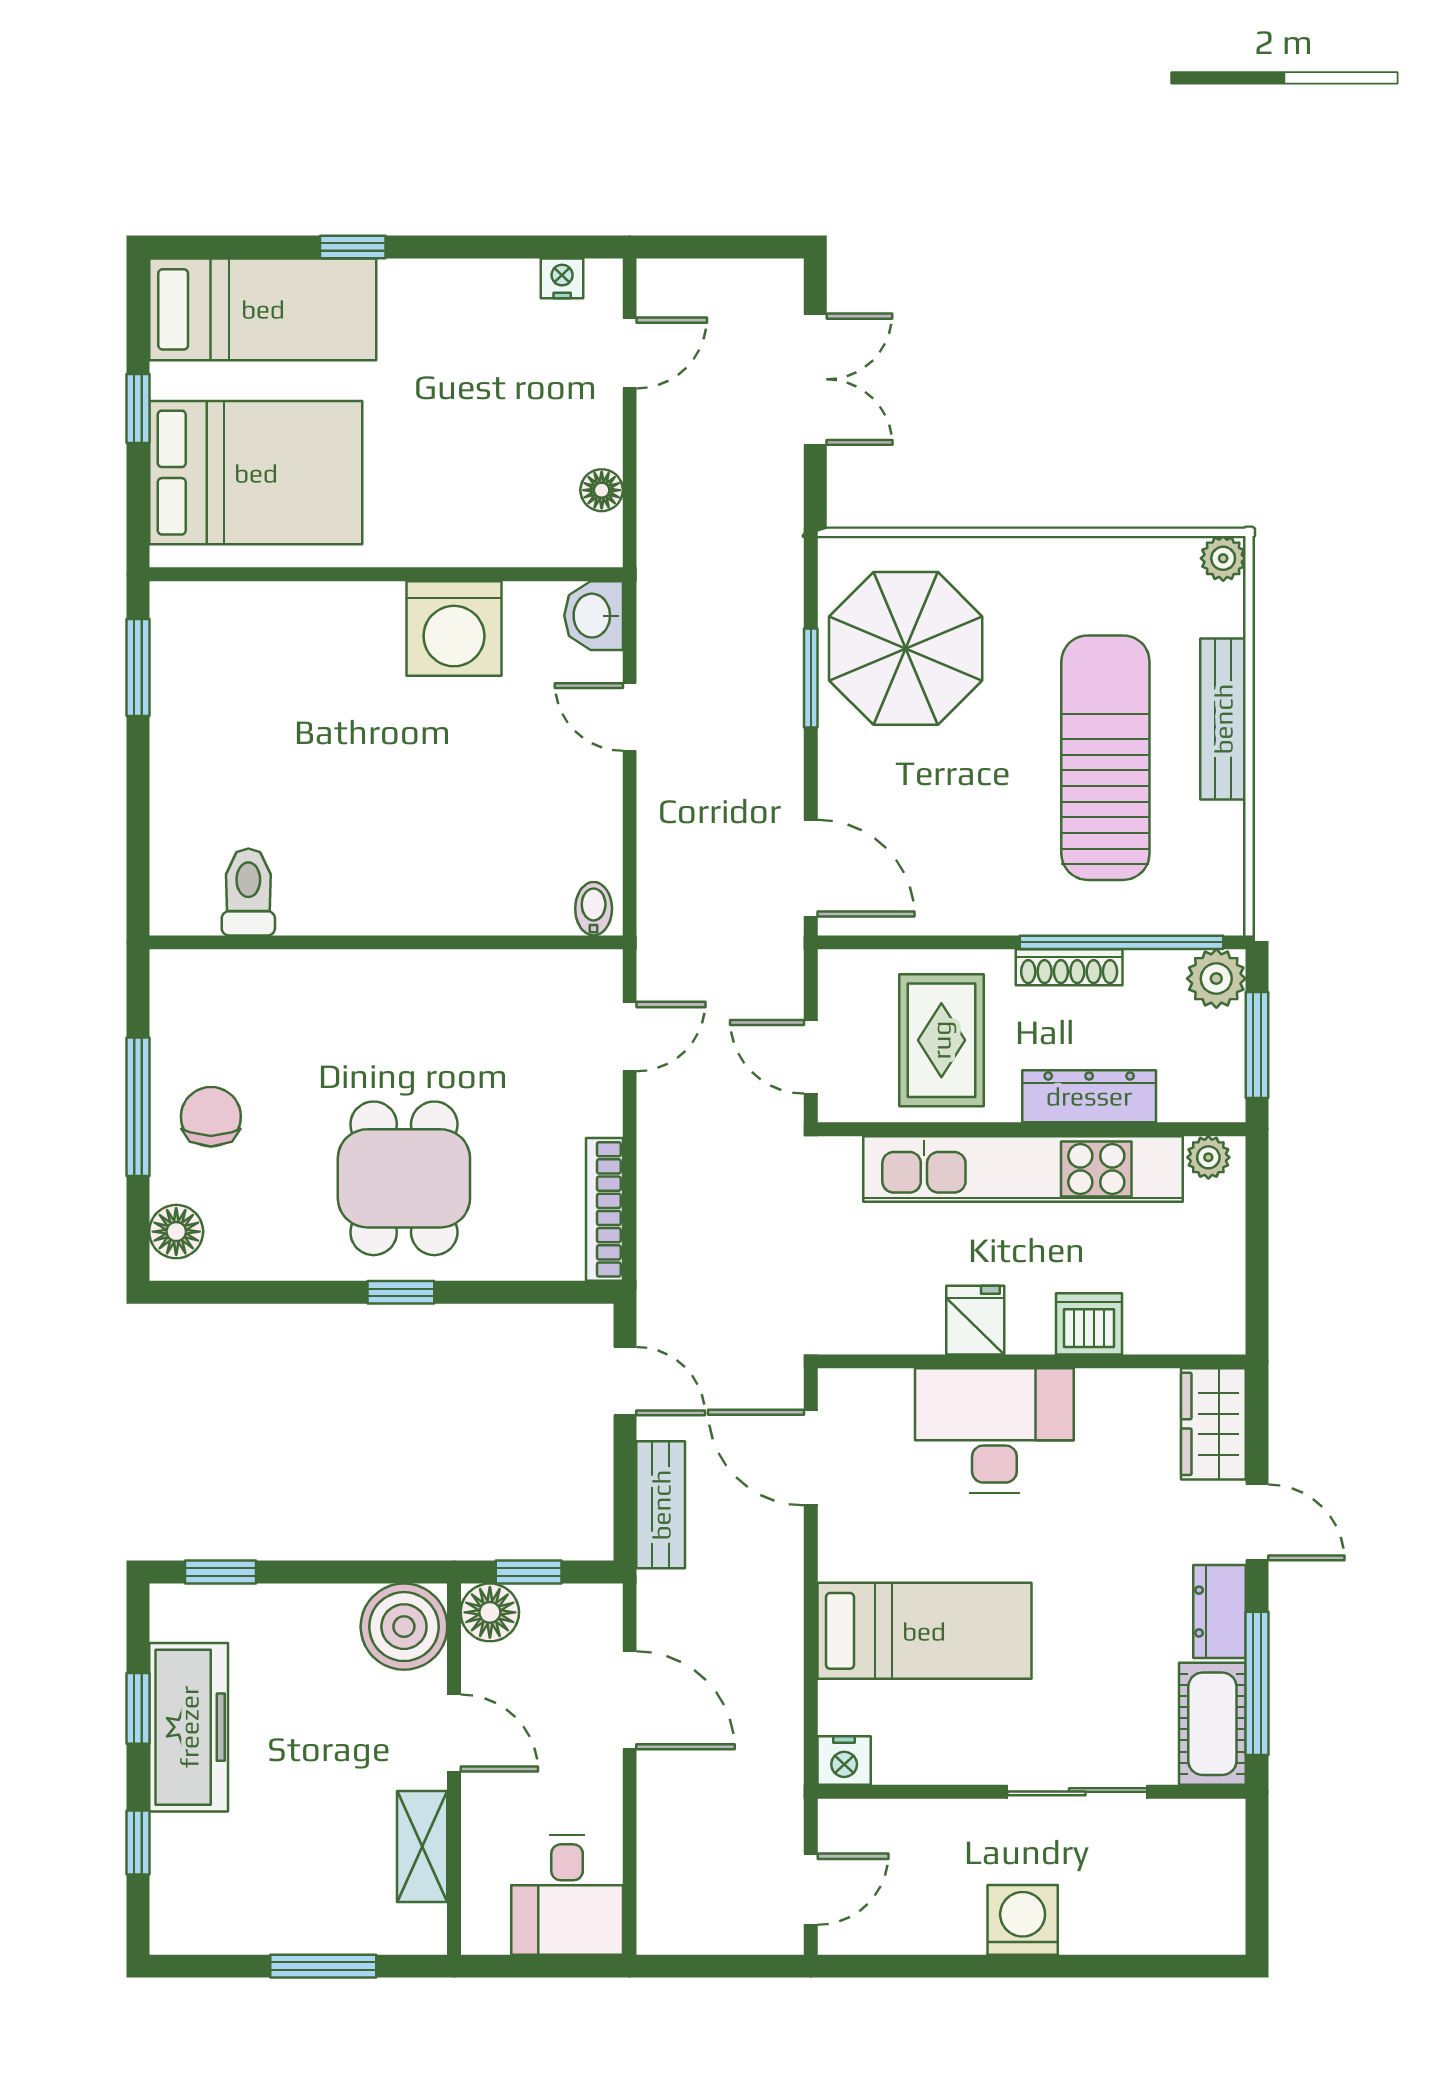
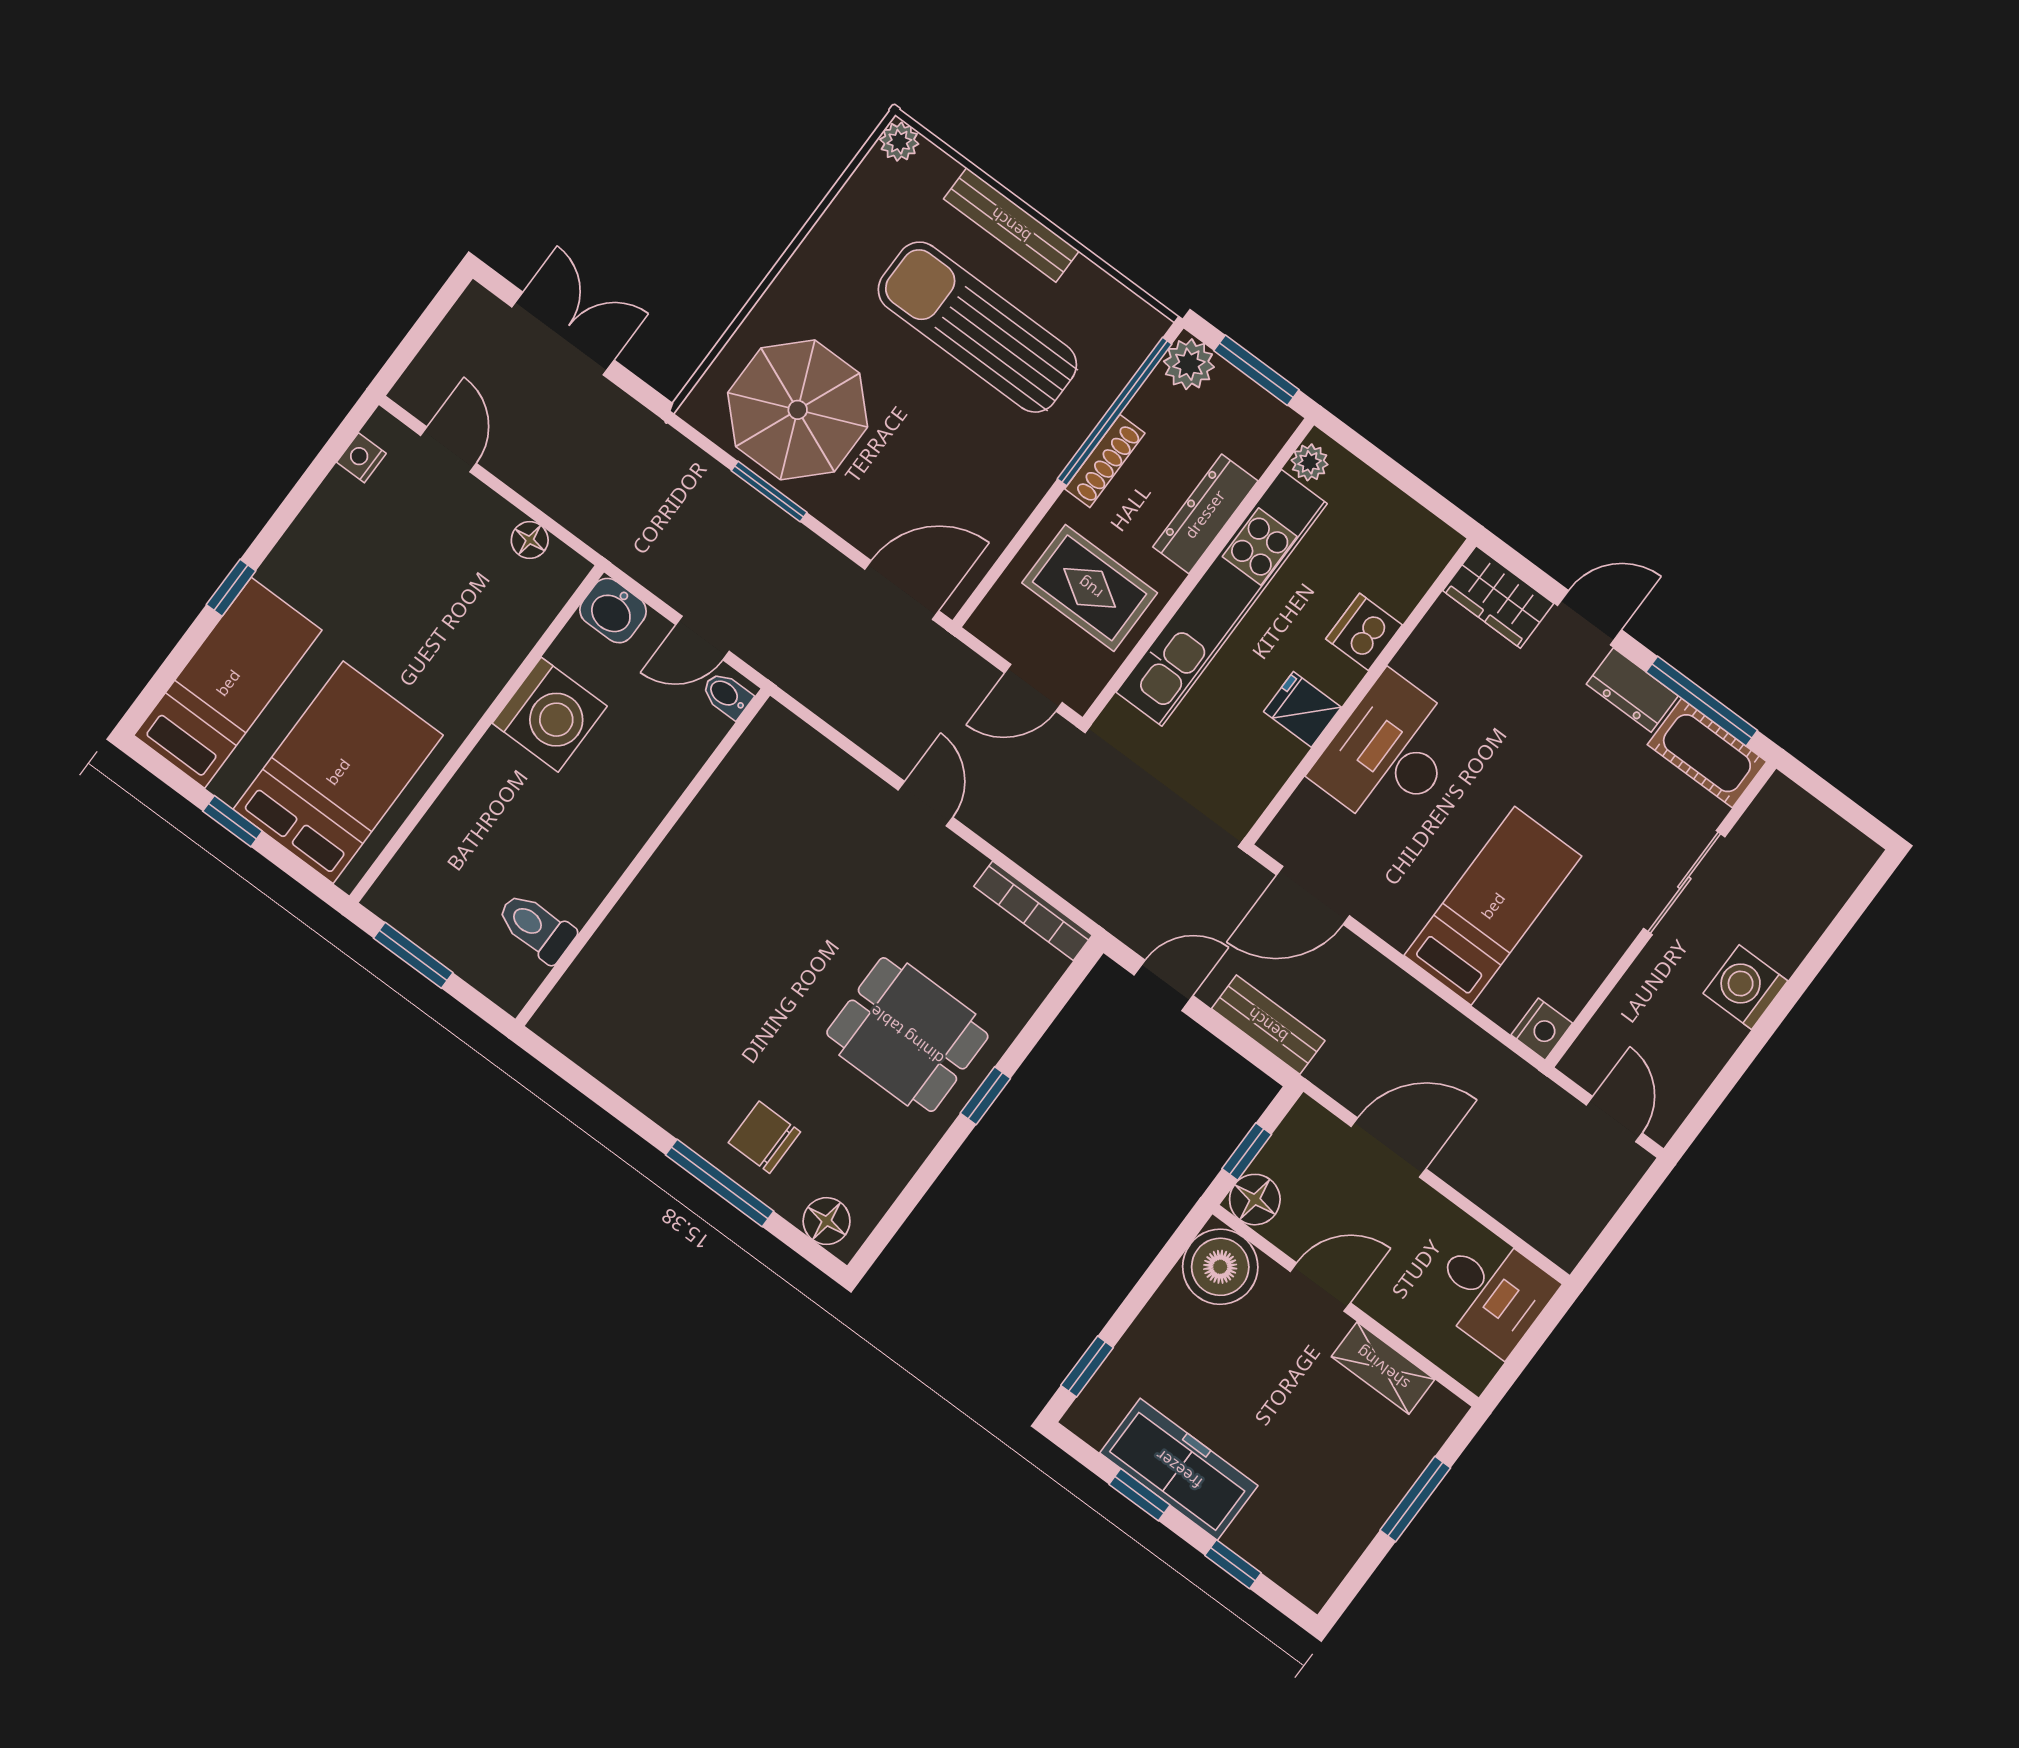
toilet: (248, 892) -> (536, 927), moved
bidet: (594, 909) -> (727, 695), moved
wall: (386, 942) -> (643, 857), moved

